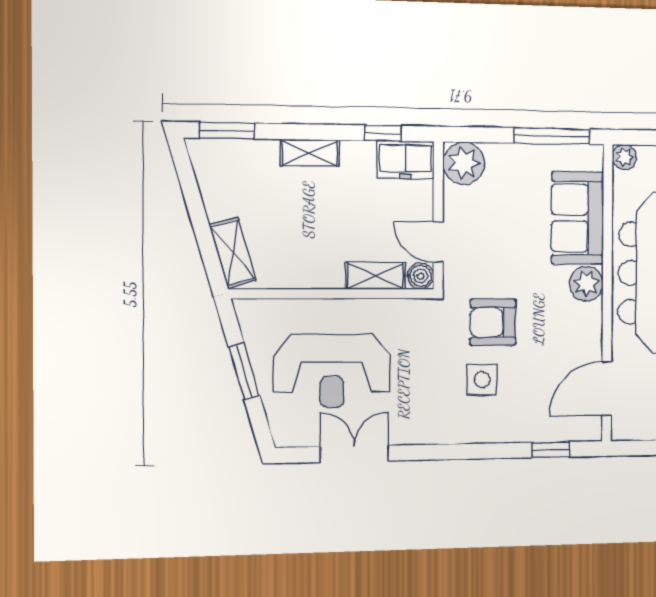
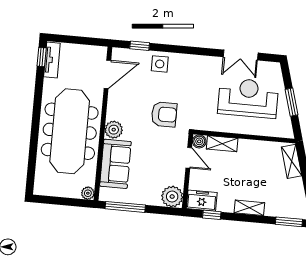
side table: (482, 380) -> (160, 64), moved

